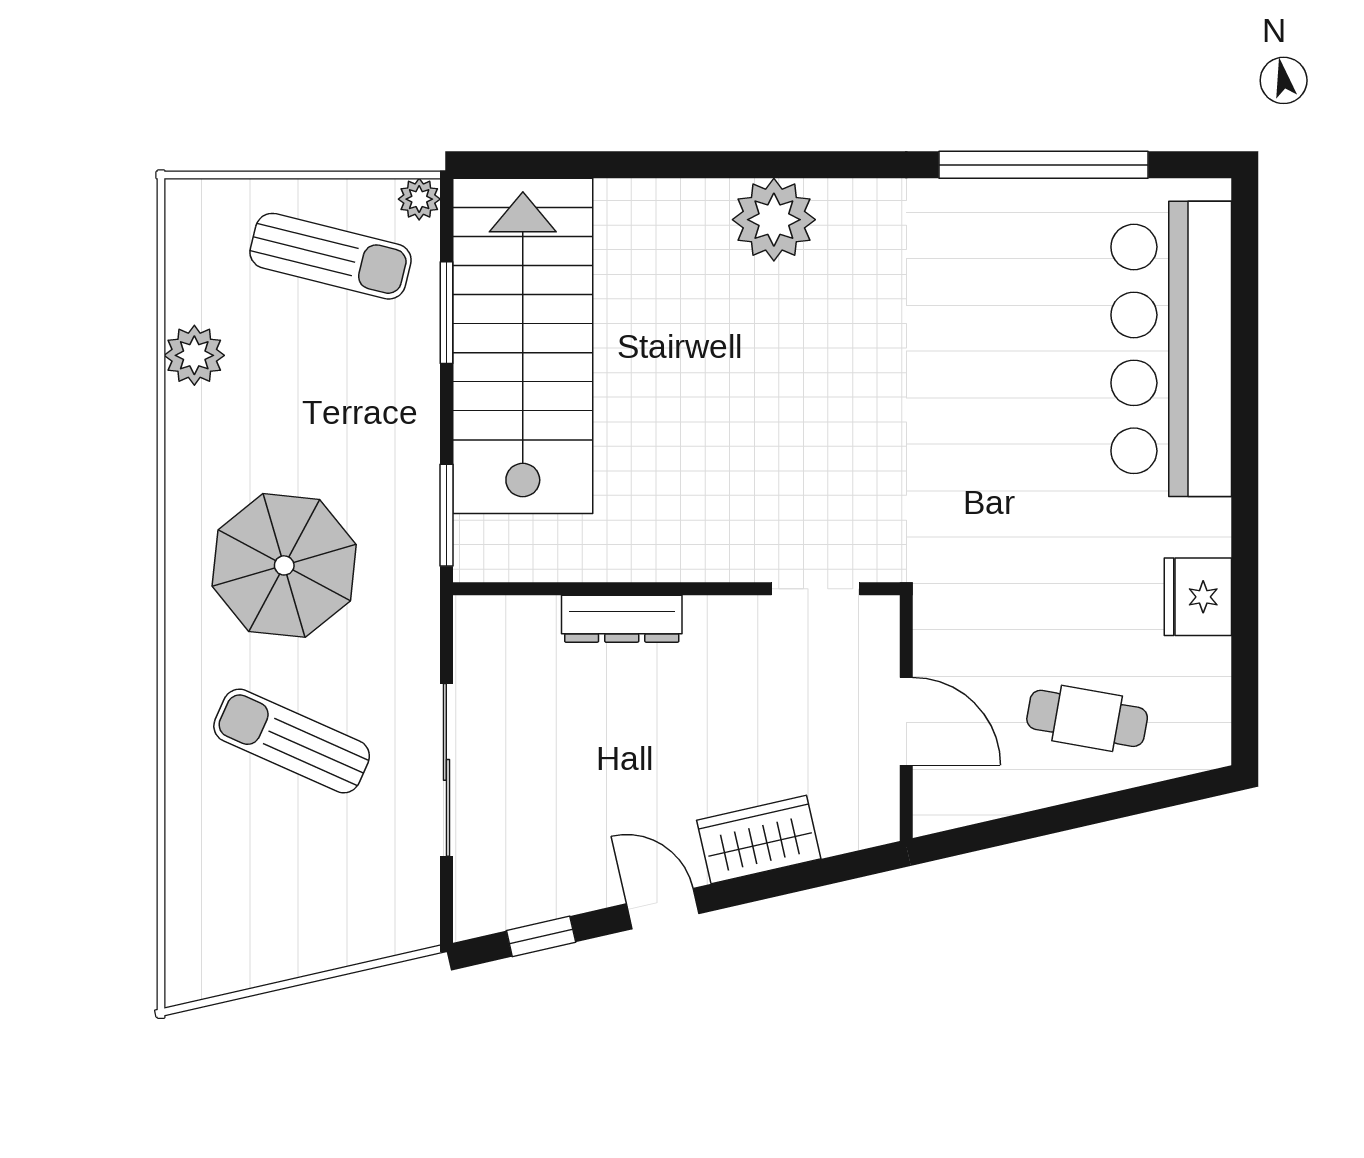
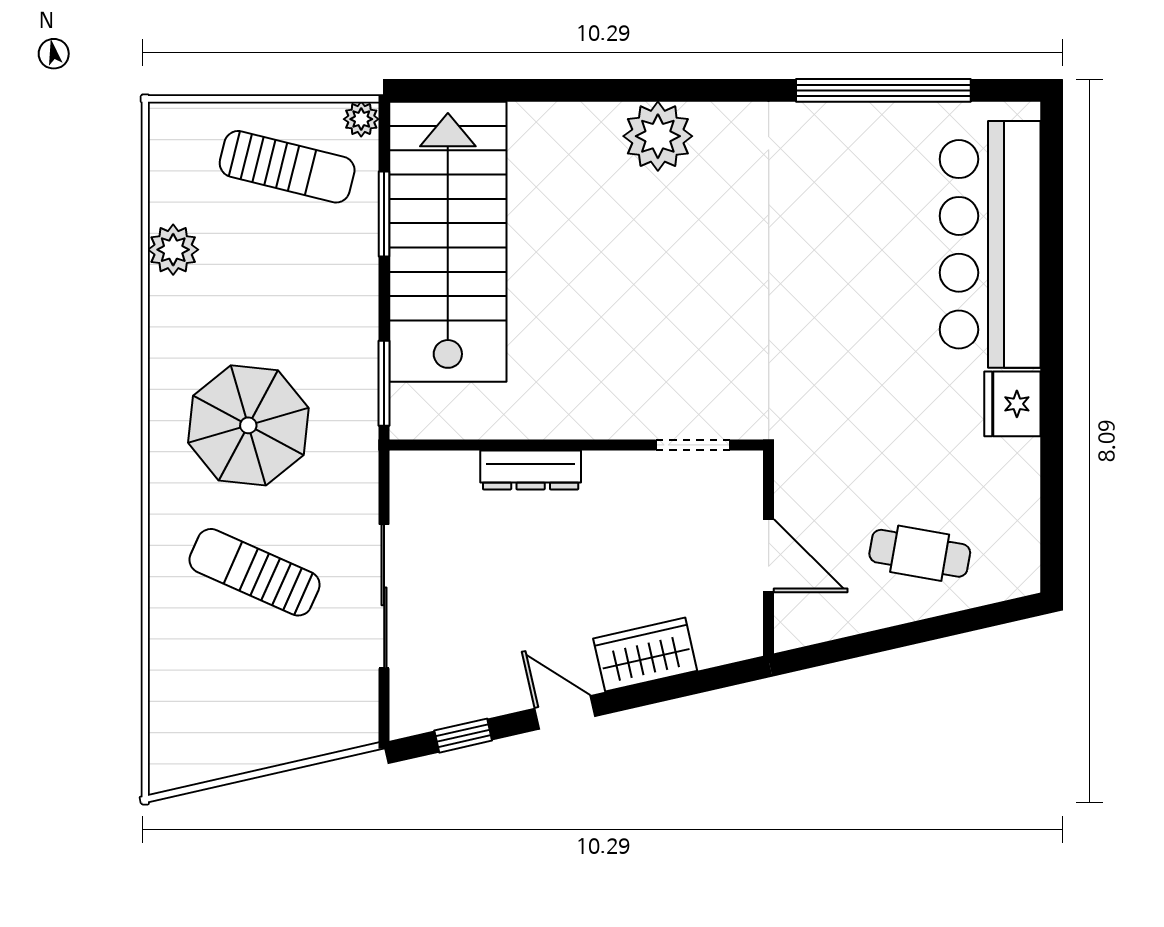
fridge: (1198, 597) -> (1012, 404), moved

